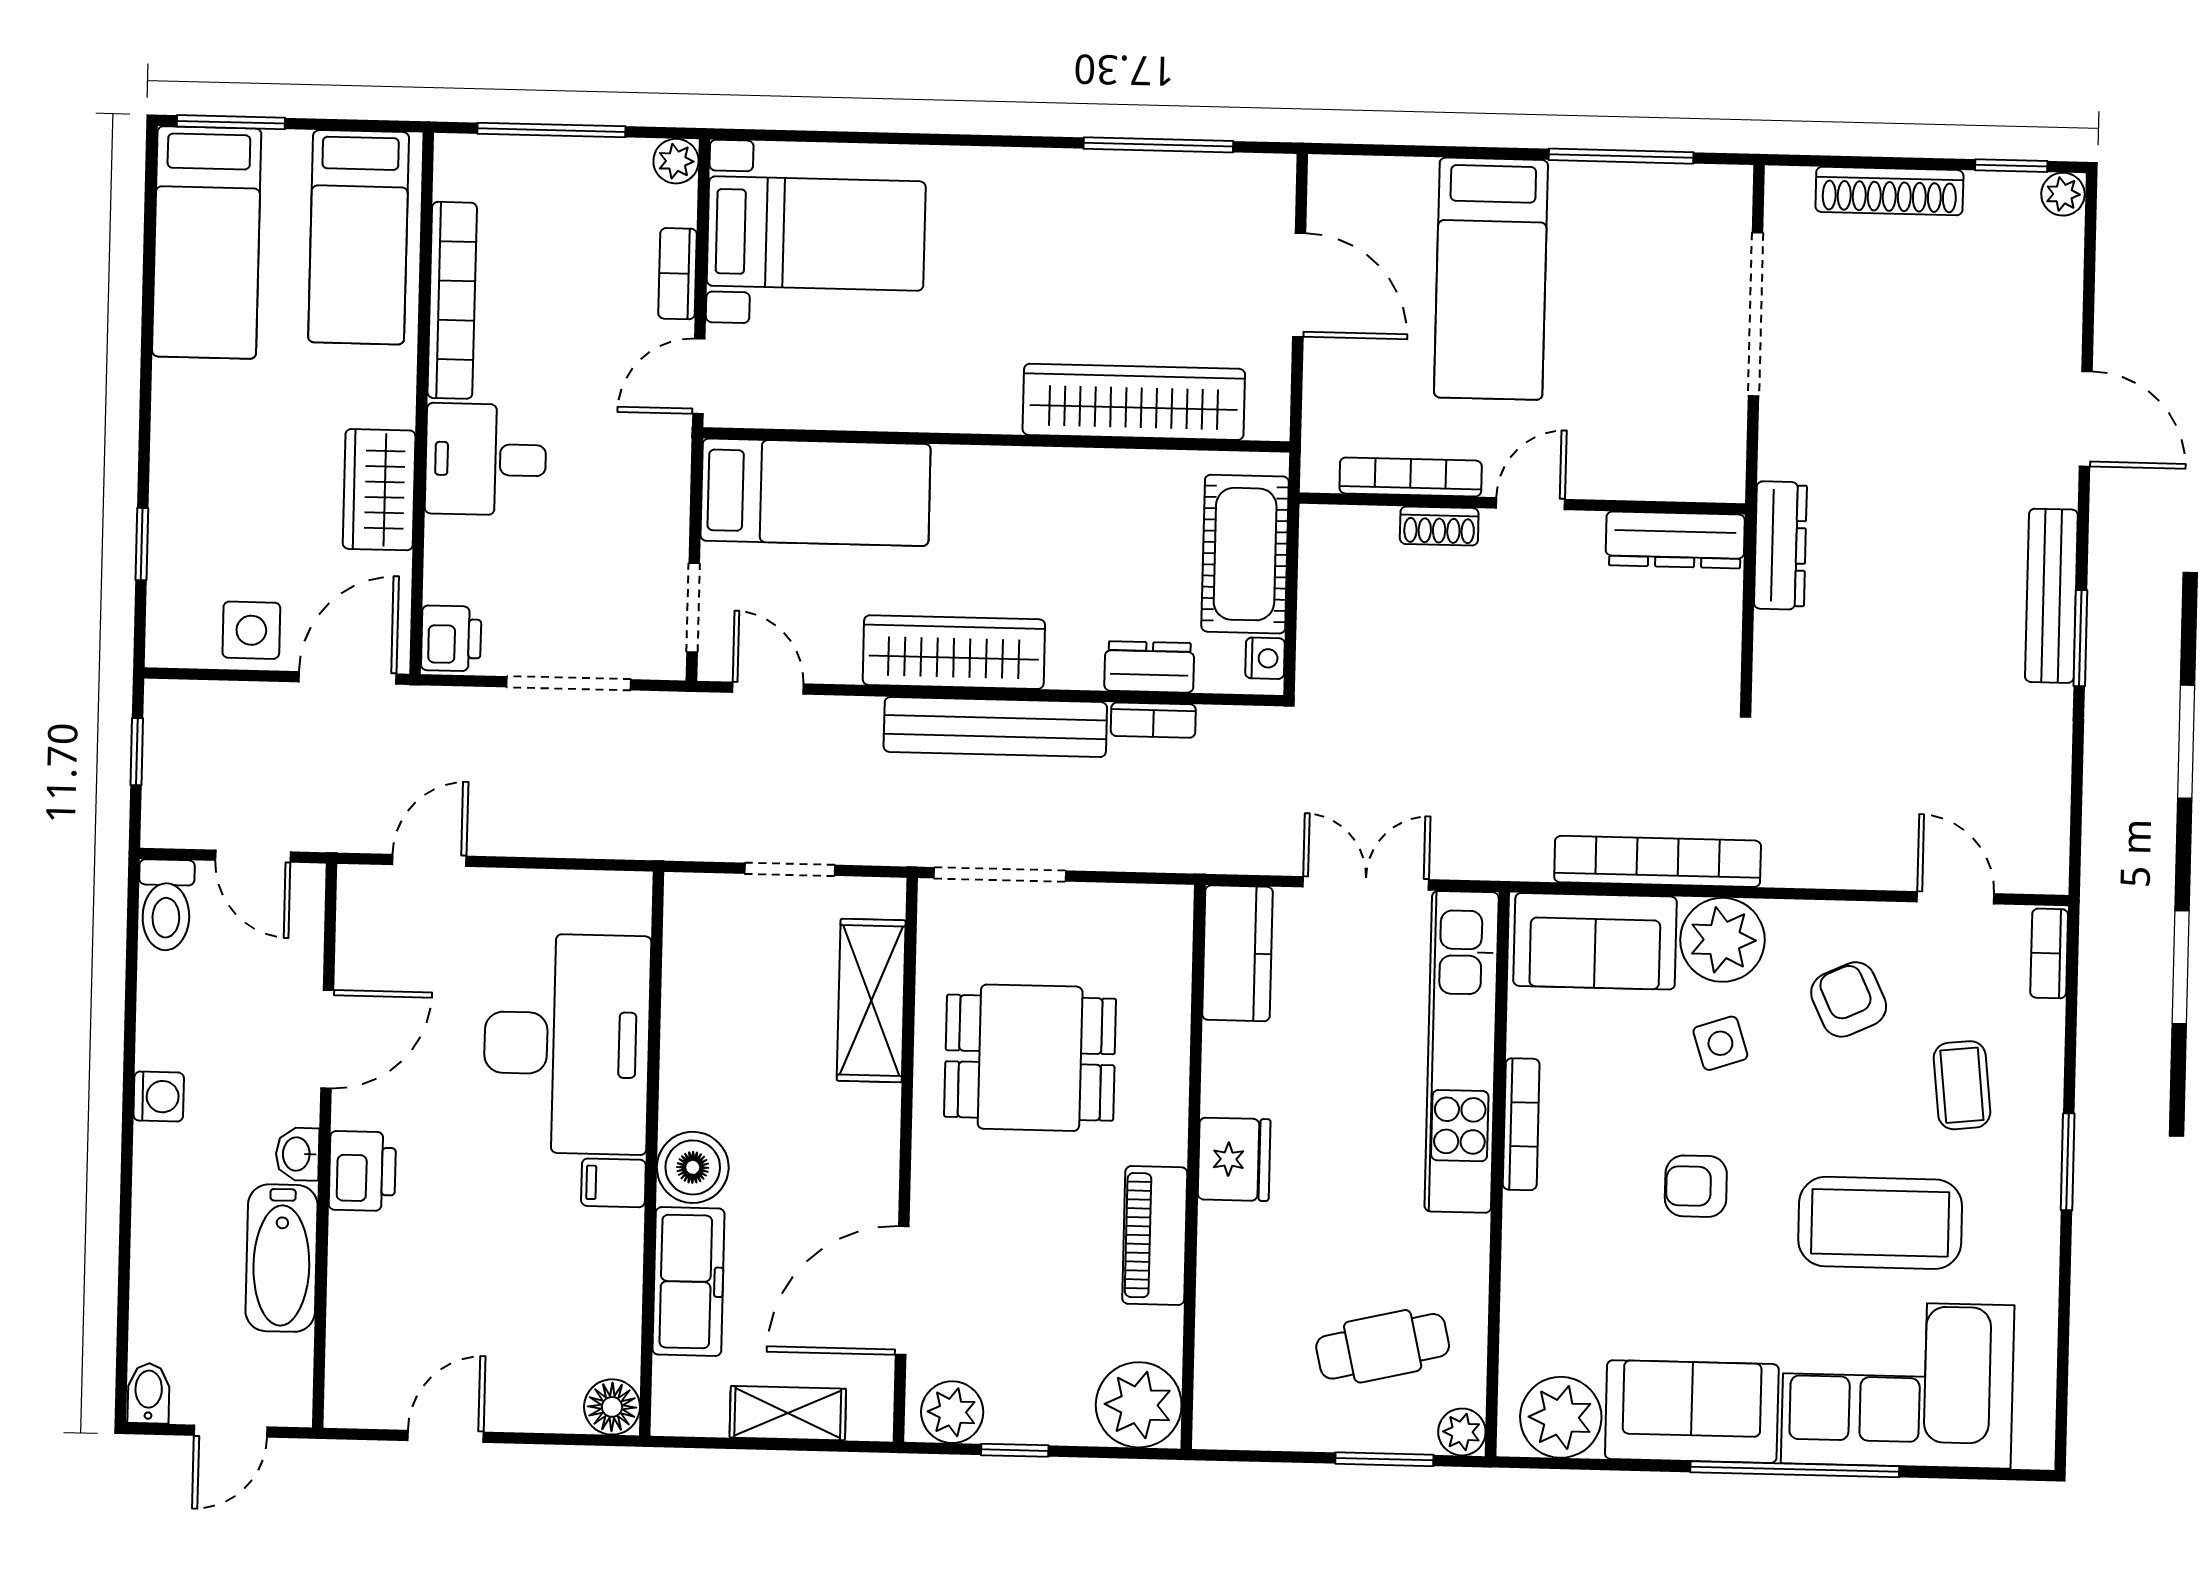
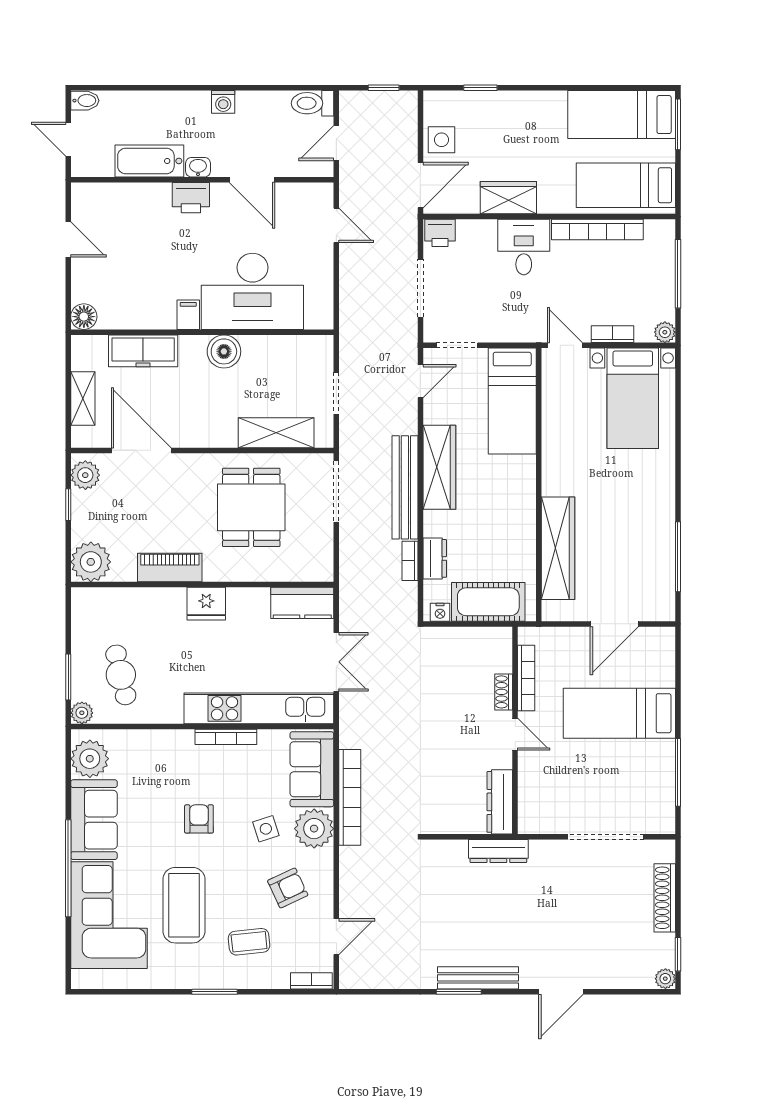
door: (348, 678) -> (420, 185), hinge flipped
boiler: (693, 1167) -> (224, 351), moved

